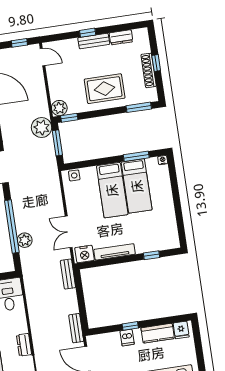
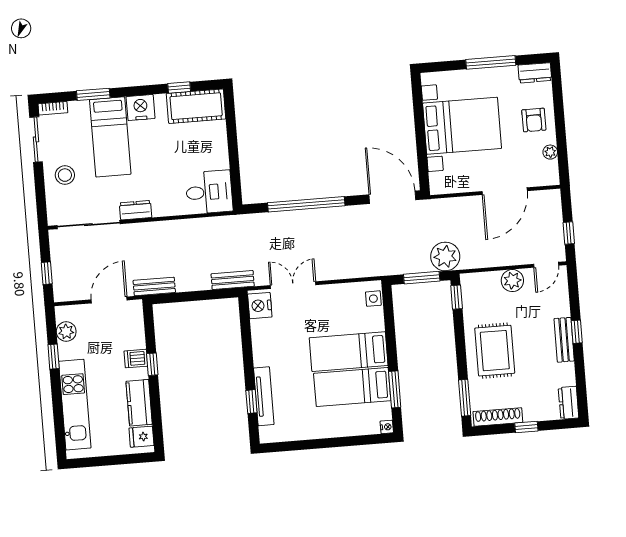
dresser: (121, 37) -> (569, 403), moved
shoe rack: (149, 70) -> (498, 417), moved
plant: (59, 108) -> (512, 281), moved
plant: (25, 240) -> (285, 221), removed
tv unit: (115, 252) -> (264, 396), moved

